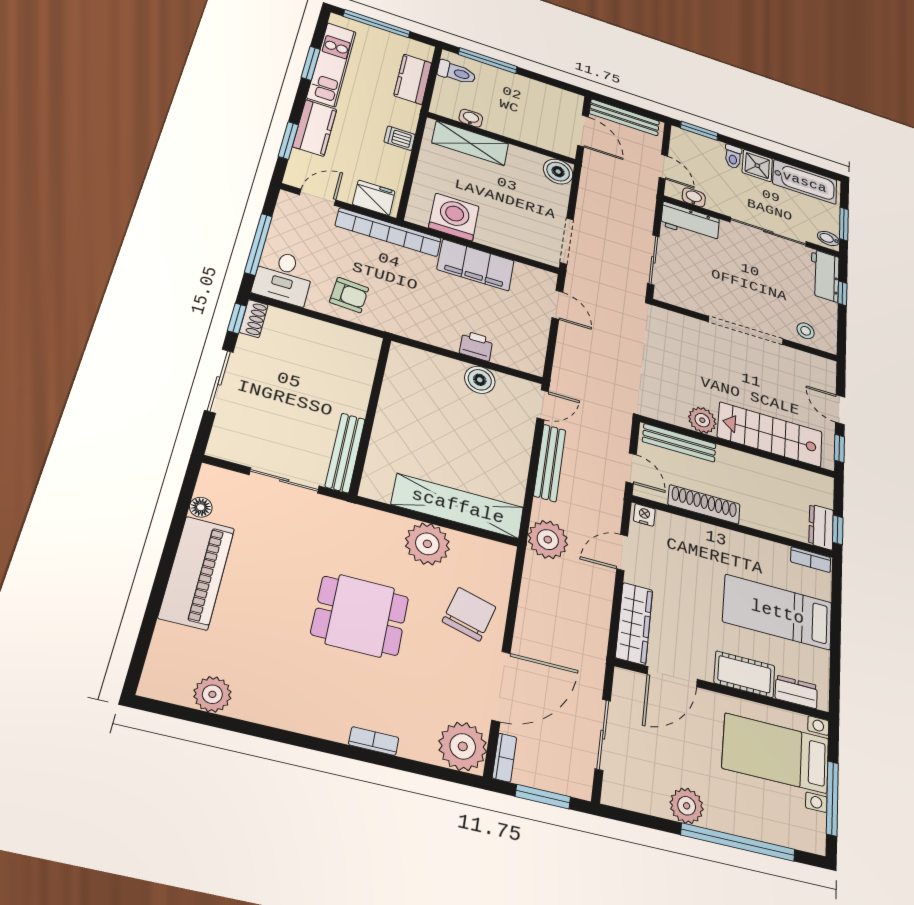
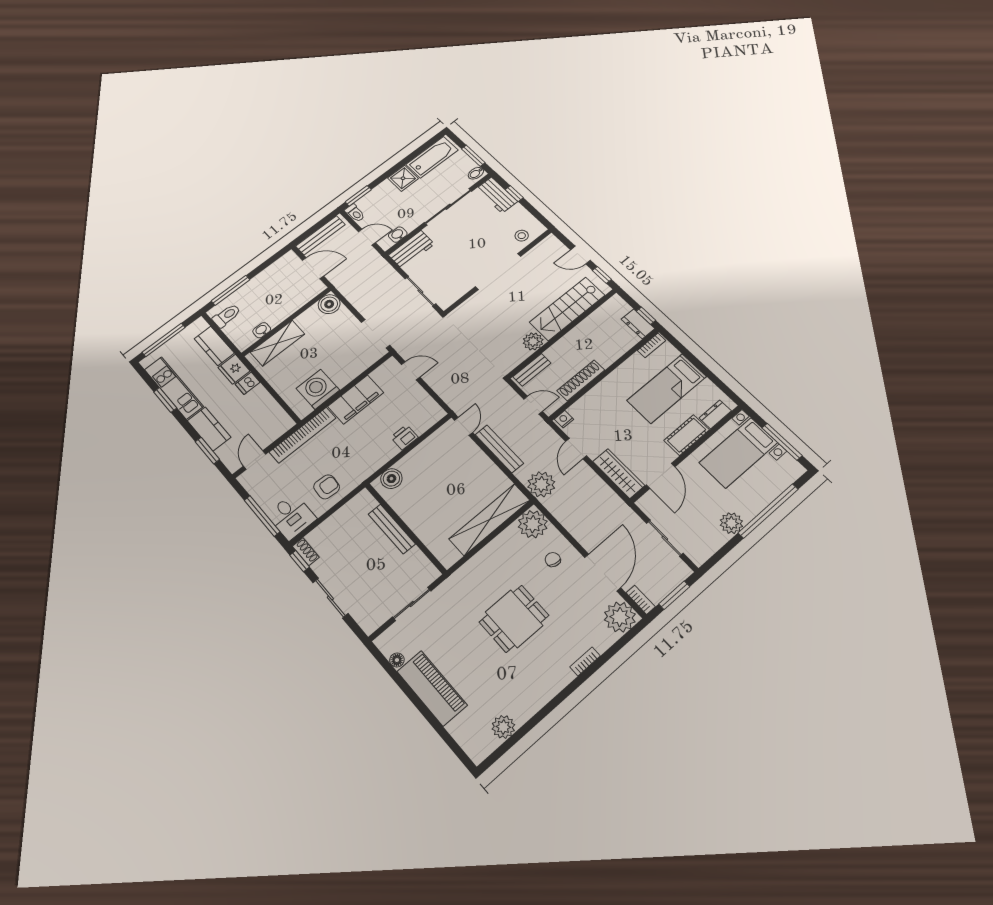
toilet: (733, 157) -> (355, 213), moved
fridge: (374, 198) -> (234, 369), moved, turned -90
boiler: (480, 380) -> (391, 479), moved
bench: (679, 443) -> (532, 370), width x0.73
bench: (345, 453) -> (392, 529), moved
plant: (427, 544) -> (533, 524), moved
chair: (469, 614) -> (553, 560), width x0.54, depth x0.54

